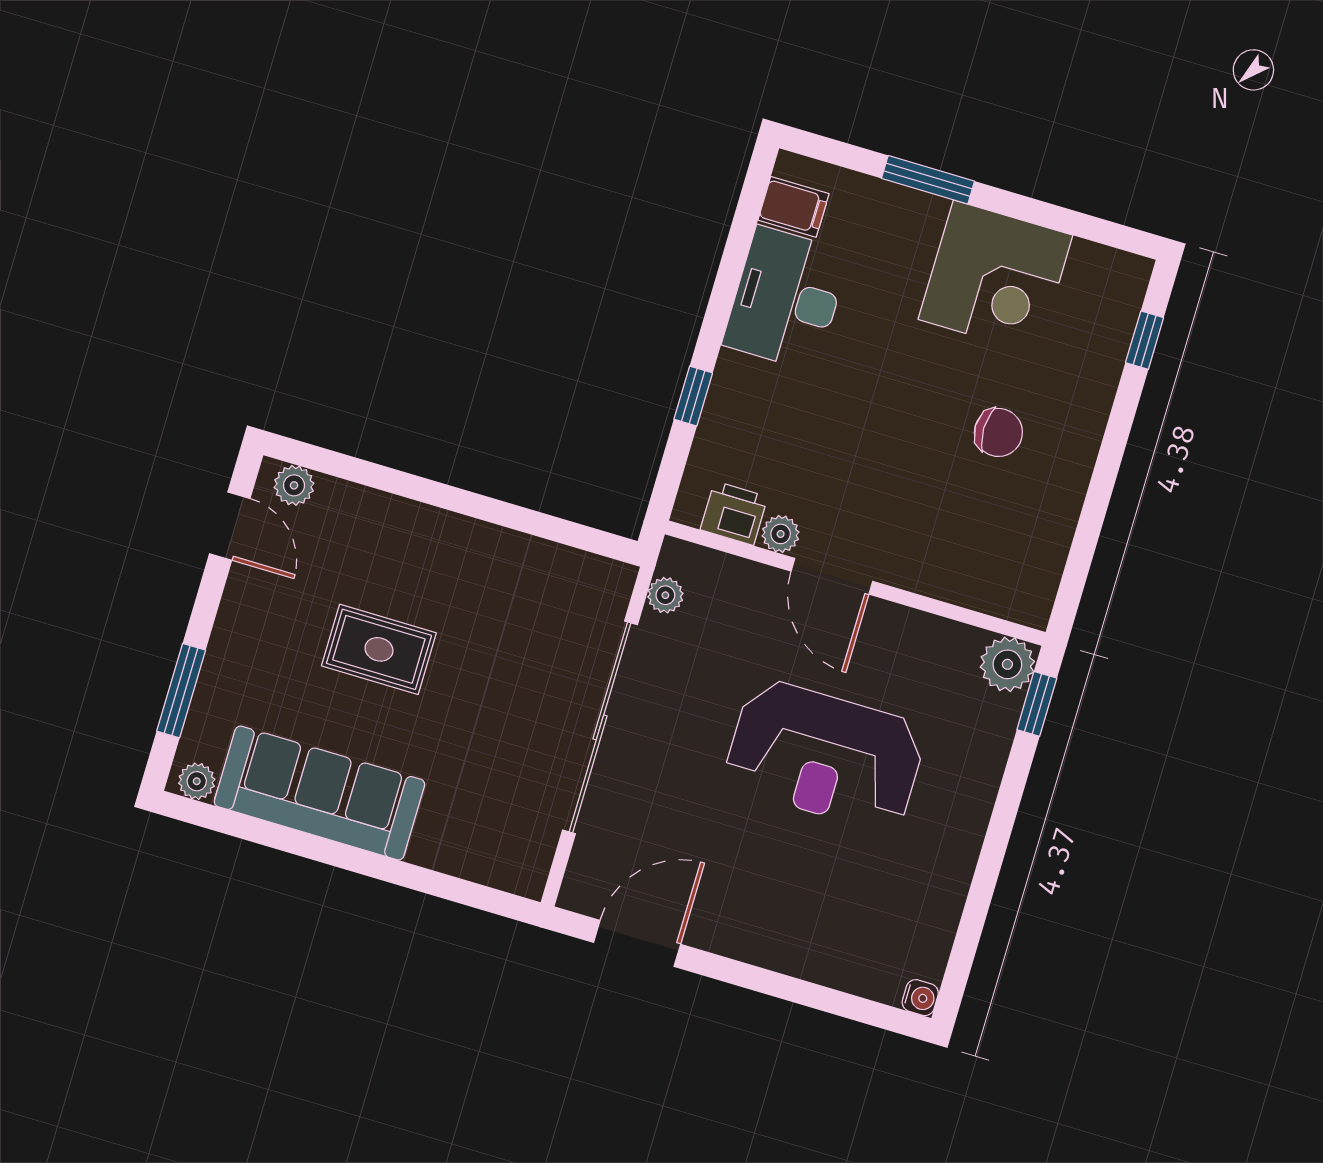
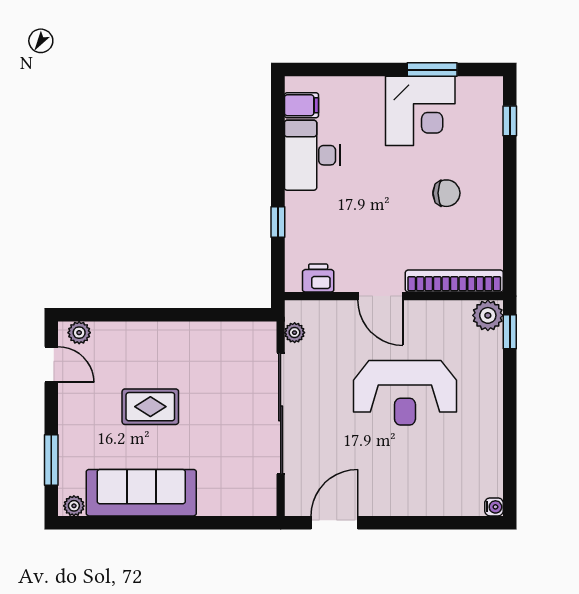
window: (928, 180) -> (432, 70), moved
plant: (781, 534) -> (346, 282), removed
bookcase: (967, 588) -> (454, 281), added

